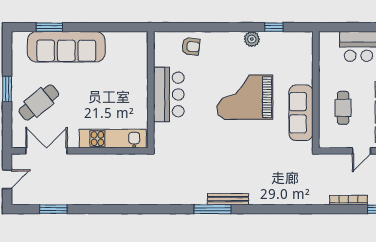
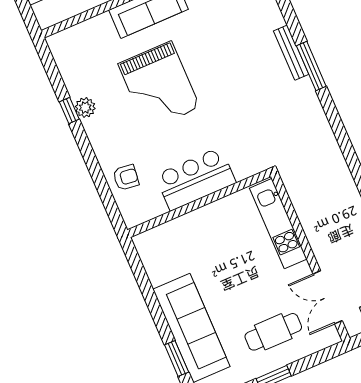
window: (274, 27) -> (69, 110), moved
armchair: (191, 46) -> (126, 177), turned 90
cafe table: (39, 103) -> (273, 332), turned -51

